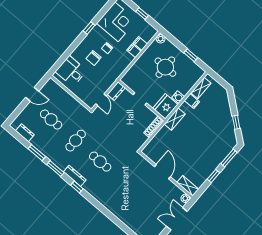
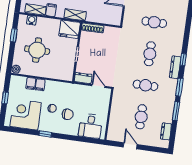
water cooler: (178, 97) -> (32, 20), moved
door: (101, 100) -> (98, 86), hinge flipped
cafe table: (125, 183) -> (154, 22), added

